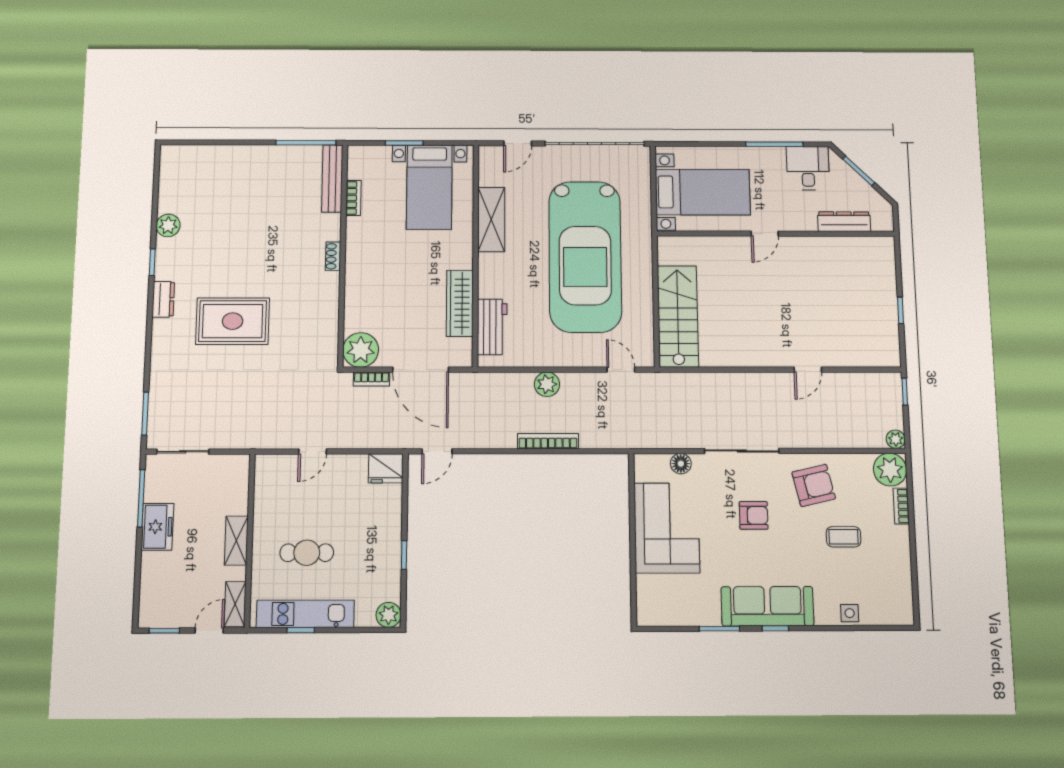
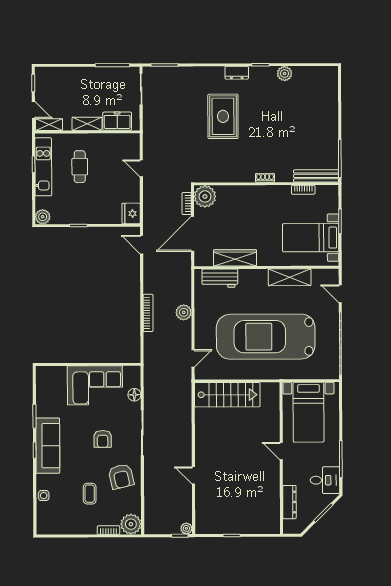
plant: (896, 439) -> (186, 528), moved
freezer: (157, 527) -> (117, 121), moved, turned 180

